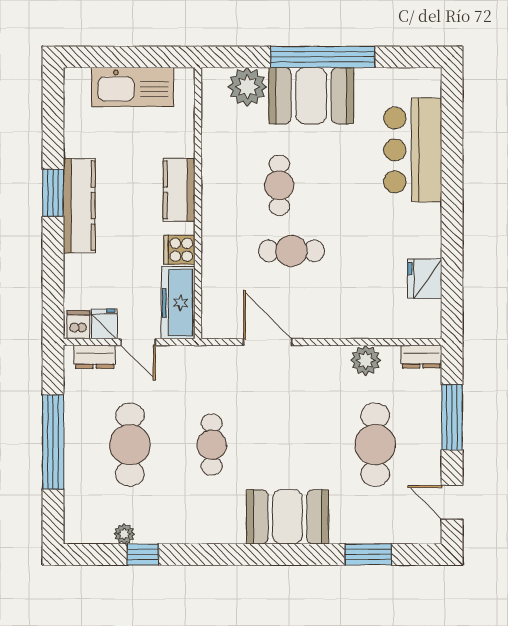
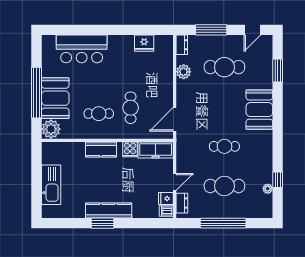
kitchen counter: (179, 190) -> (101, 150), moved
wall: (198, 203) -> (107, 140), moved
cooker: (179, 250) -> (130, 149), moved
freezer: (178, 303) -> (156, 150), moved

